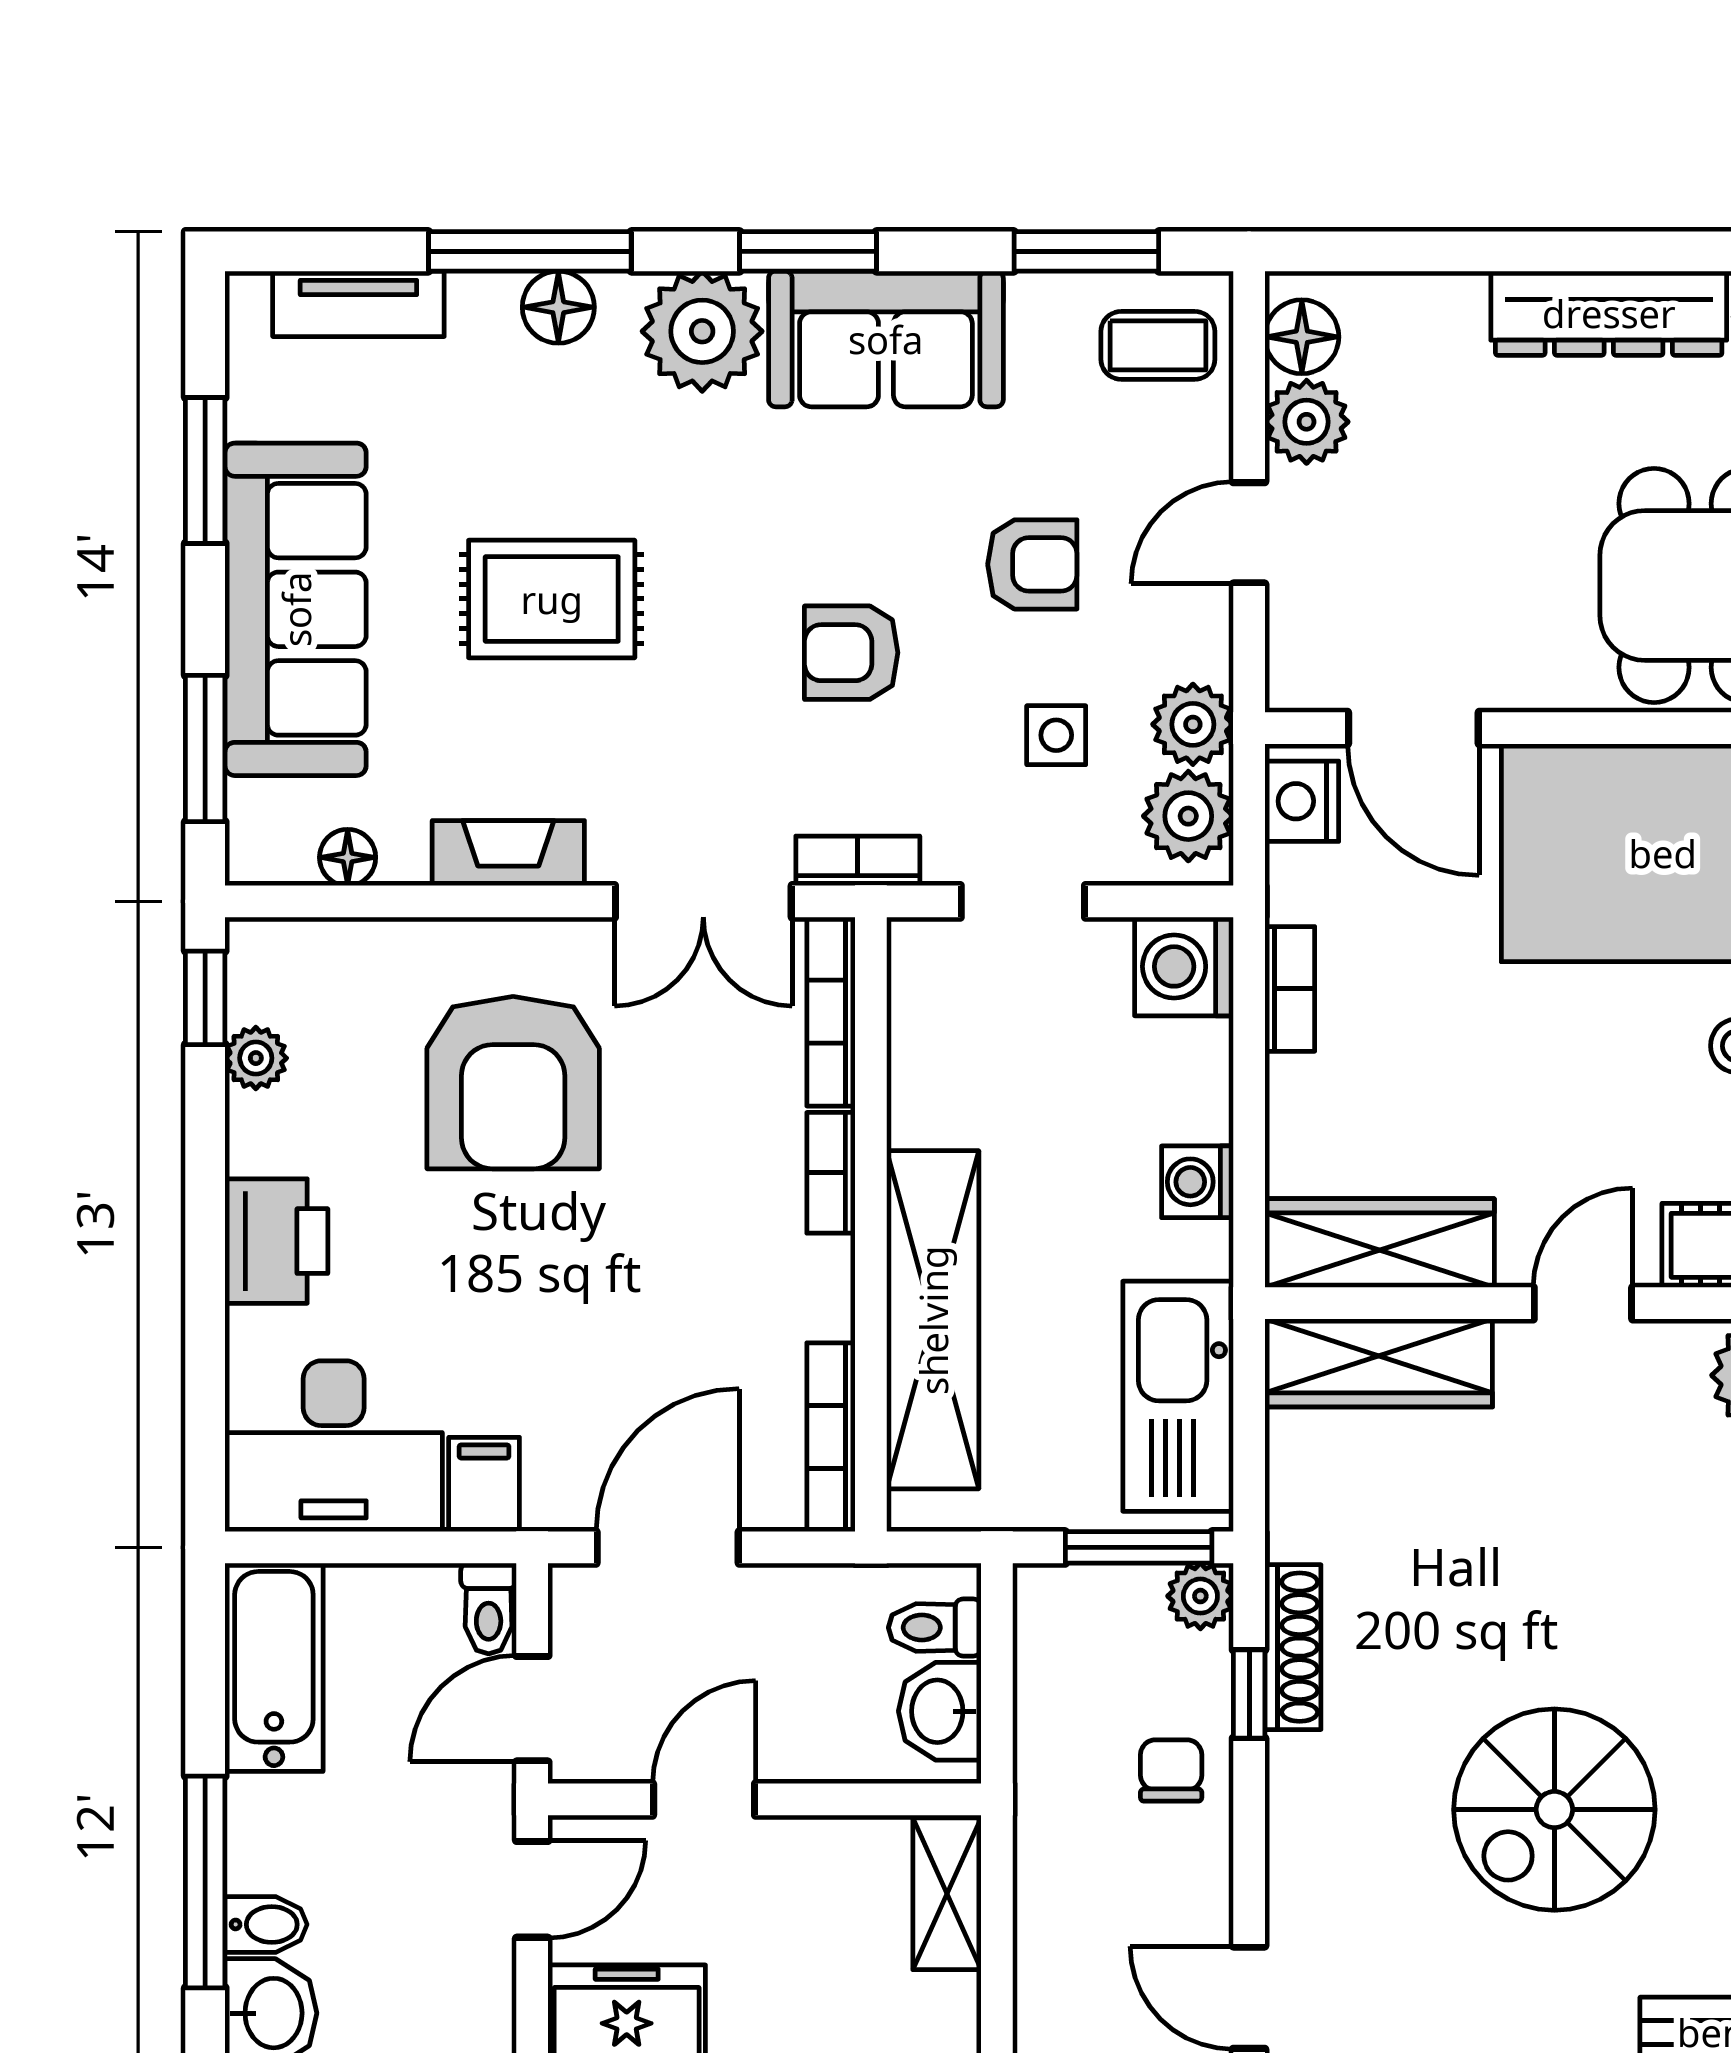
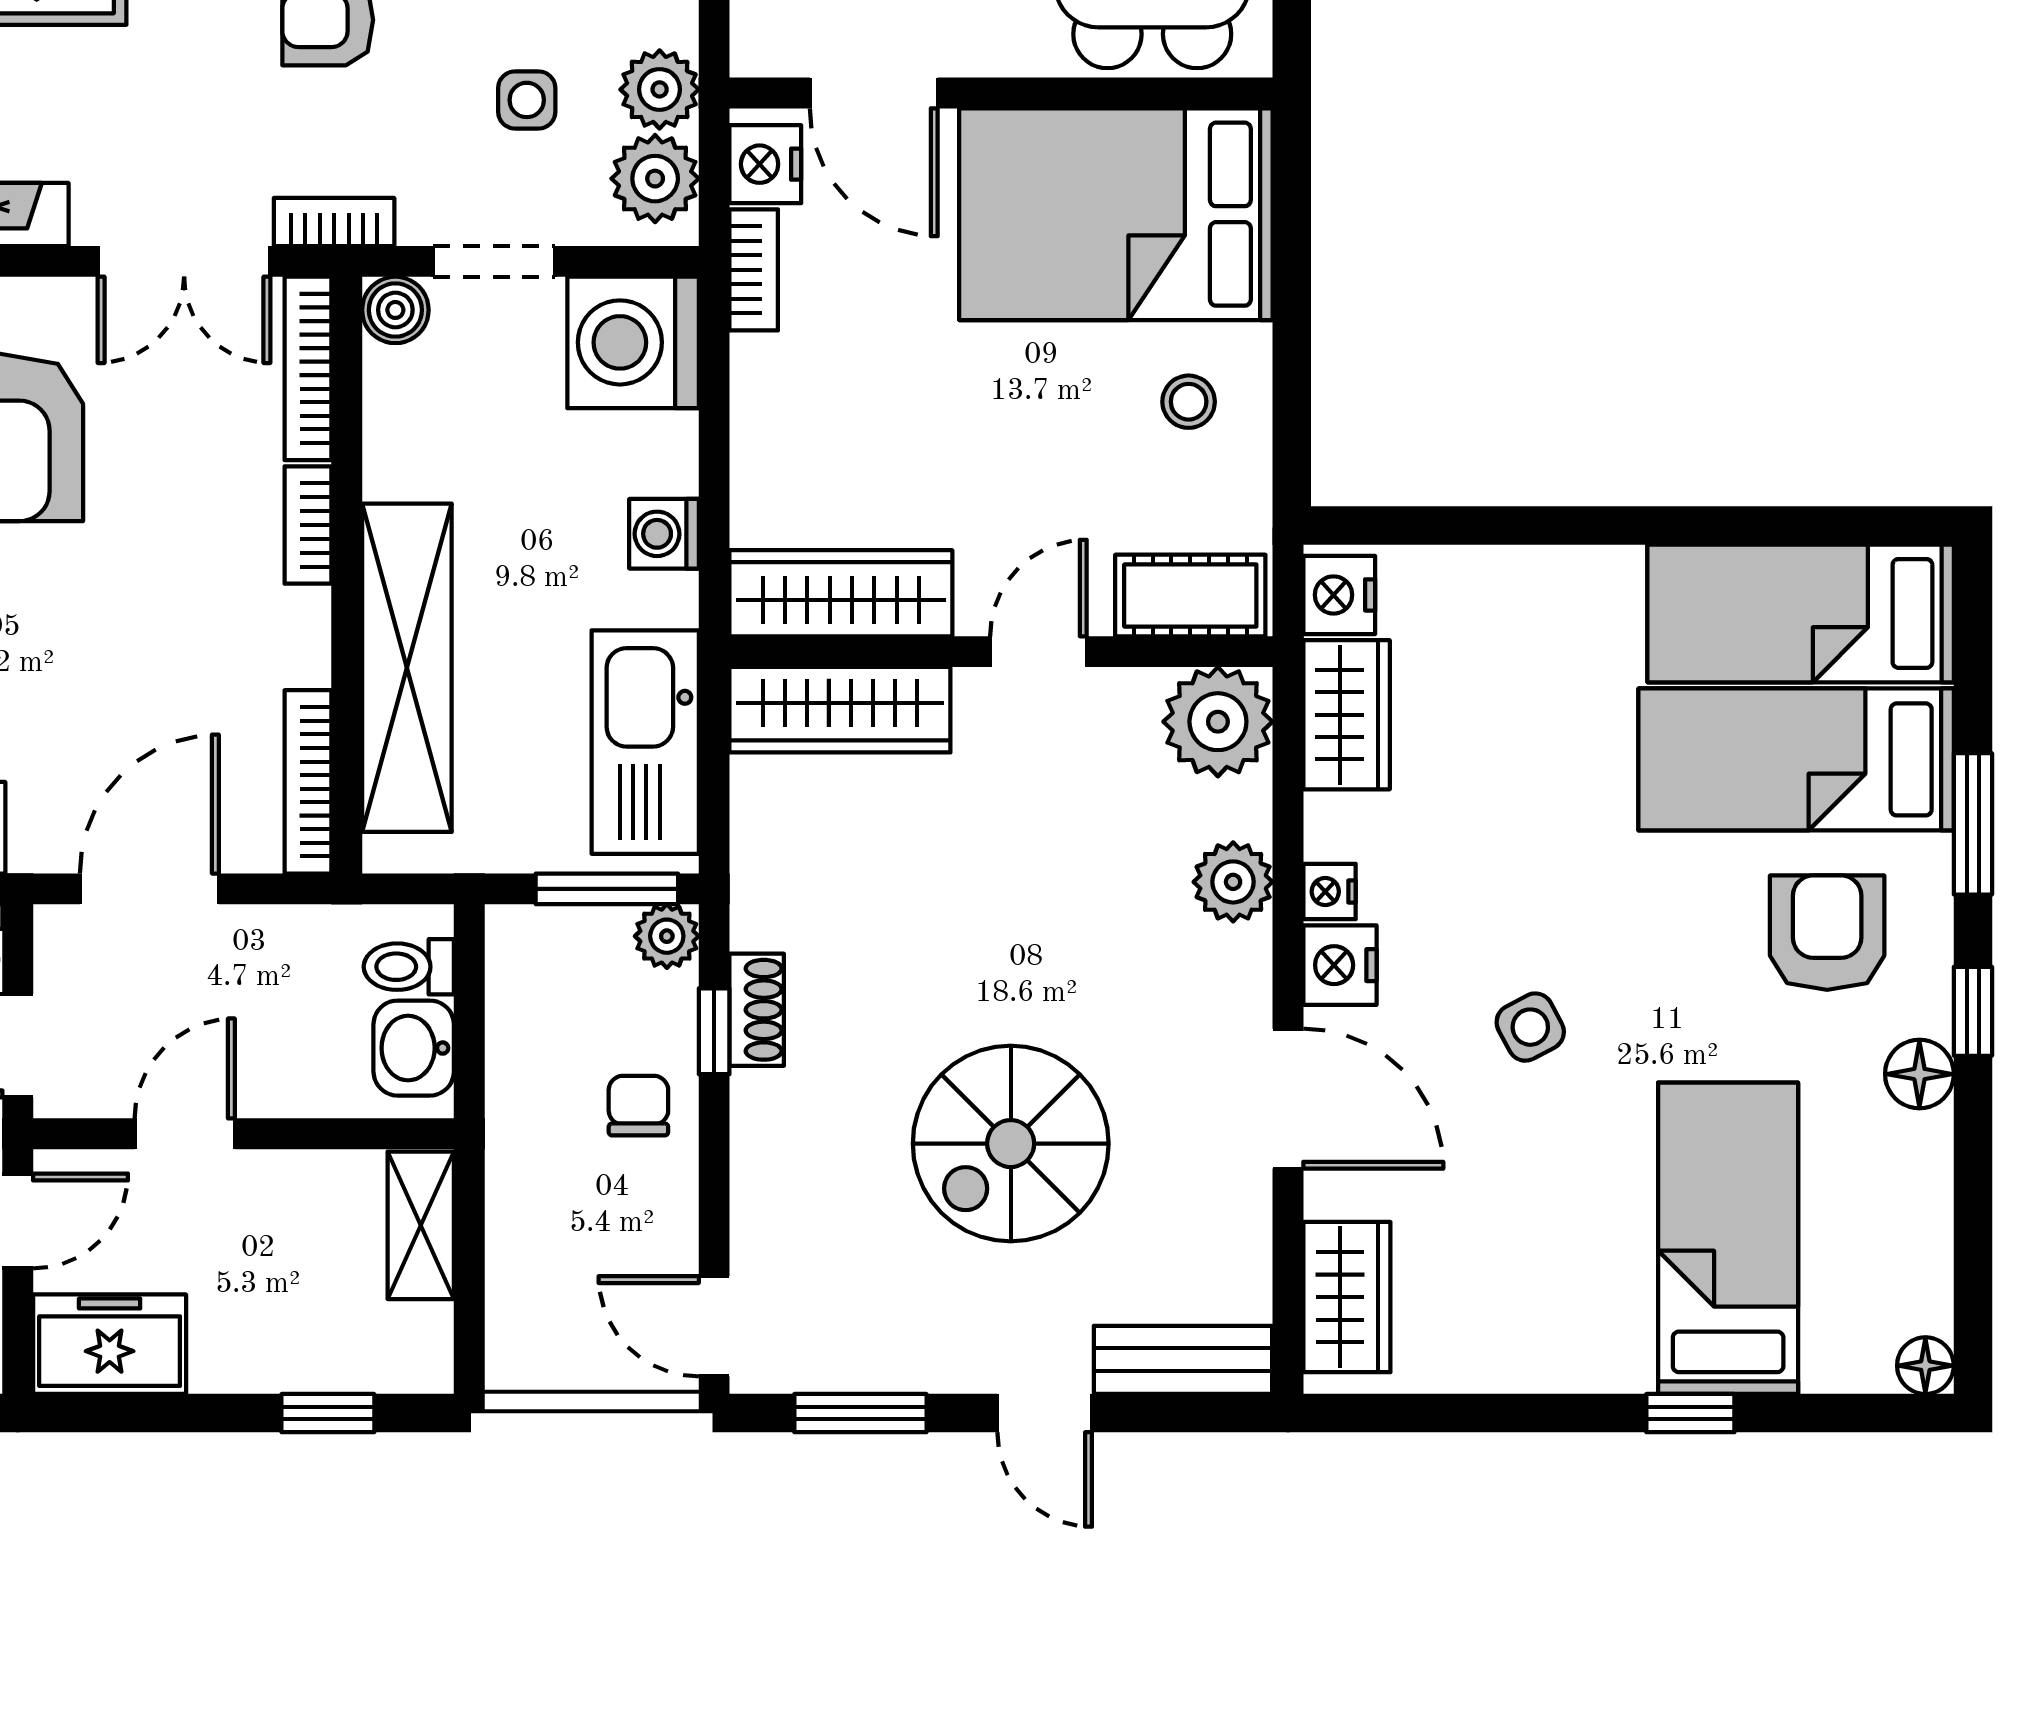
boiler: (921, 951) -> (395, 310), added
washing machine: (1184, 966) -> (633, 342), width x1.37, depth x1.37
bookcase: (1290, 989) -> (754, 270), moved
shoe rack: (1293, 1647) -> (757, 1010), width x0.70

